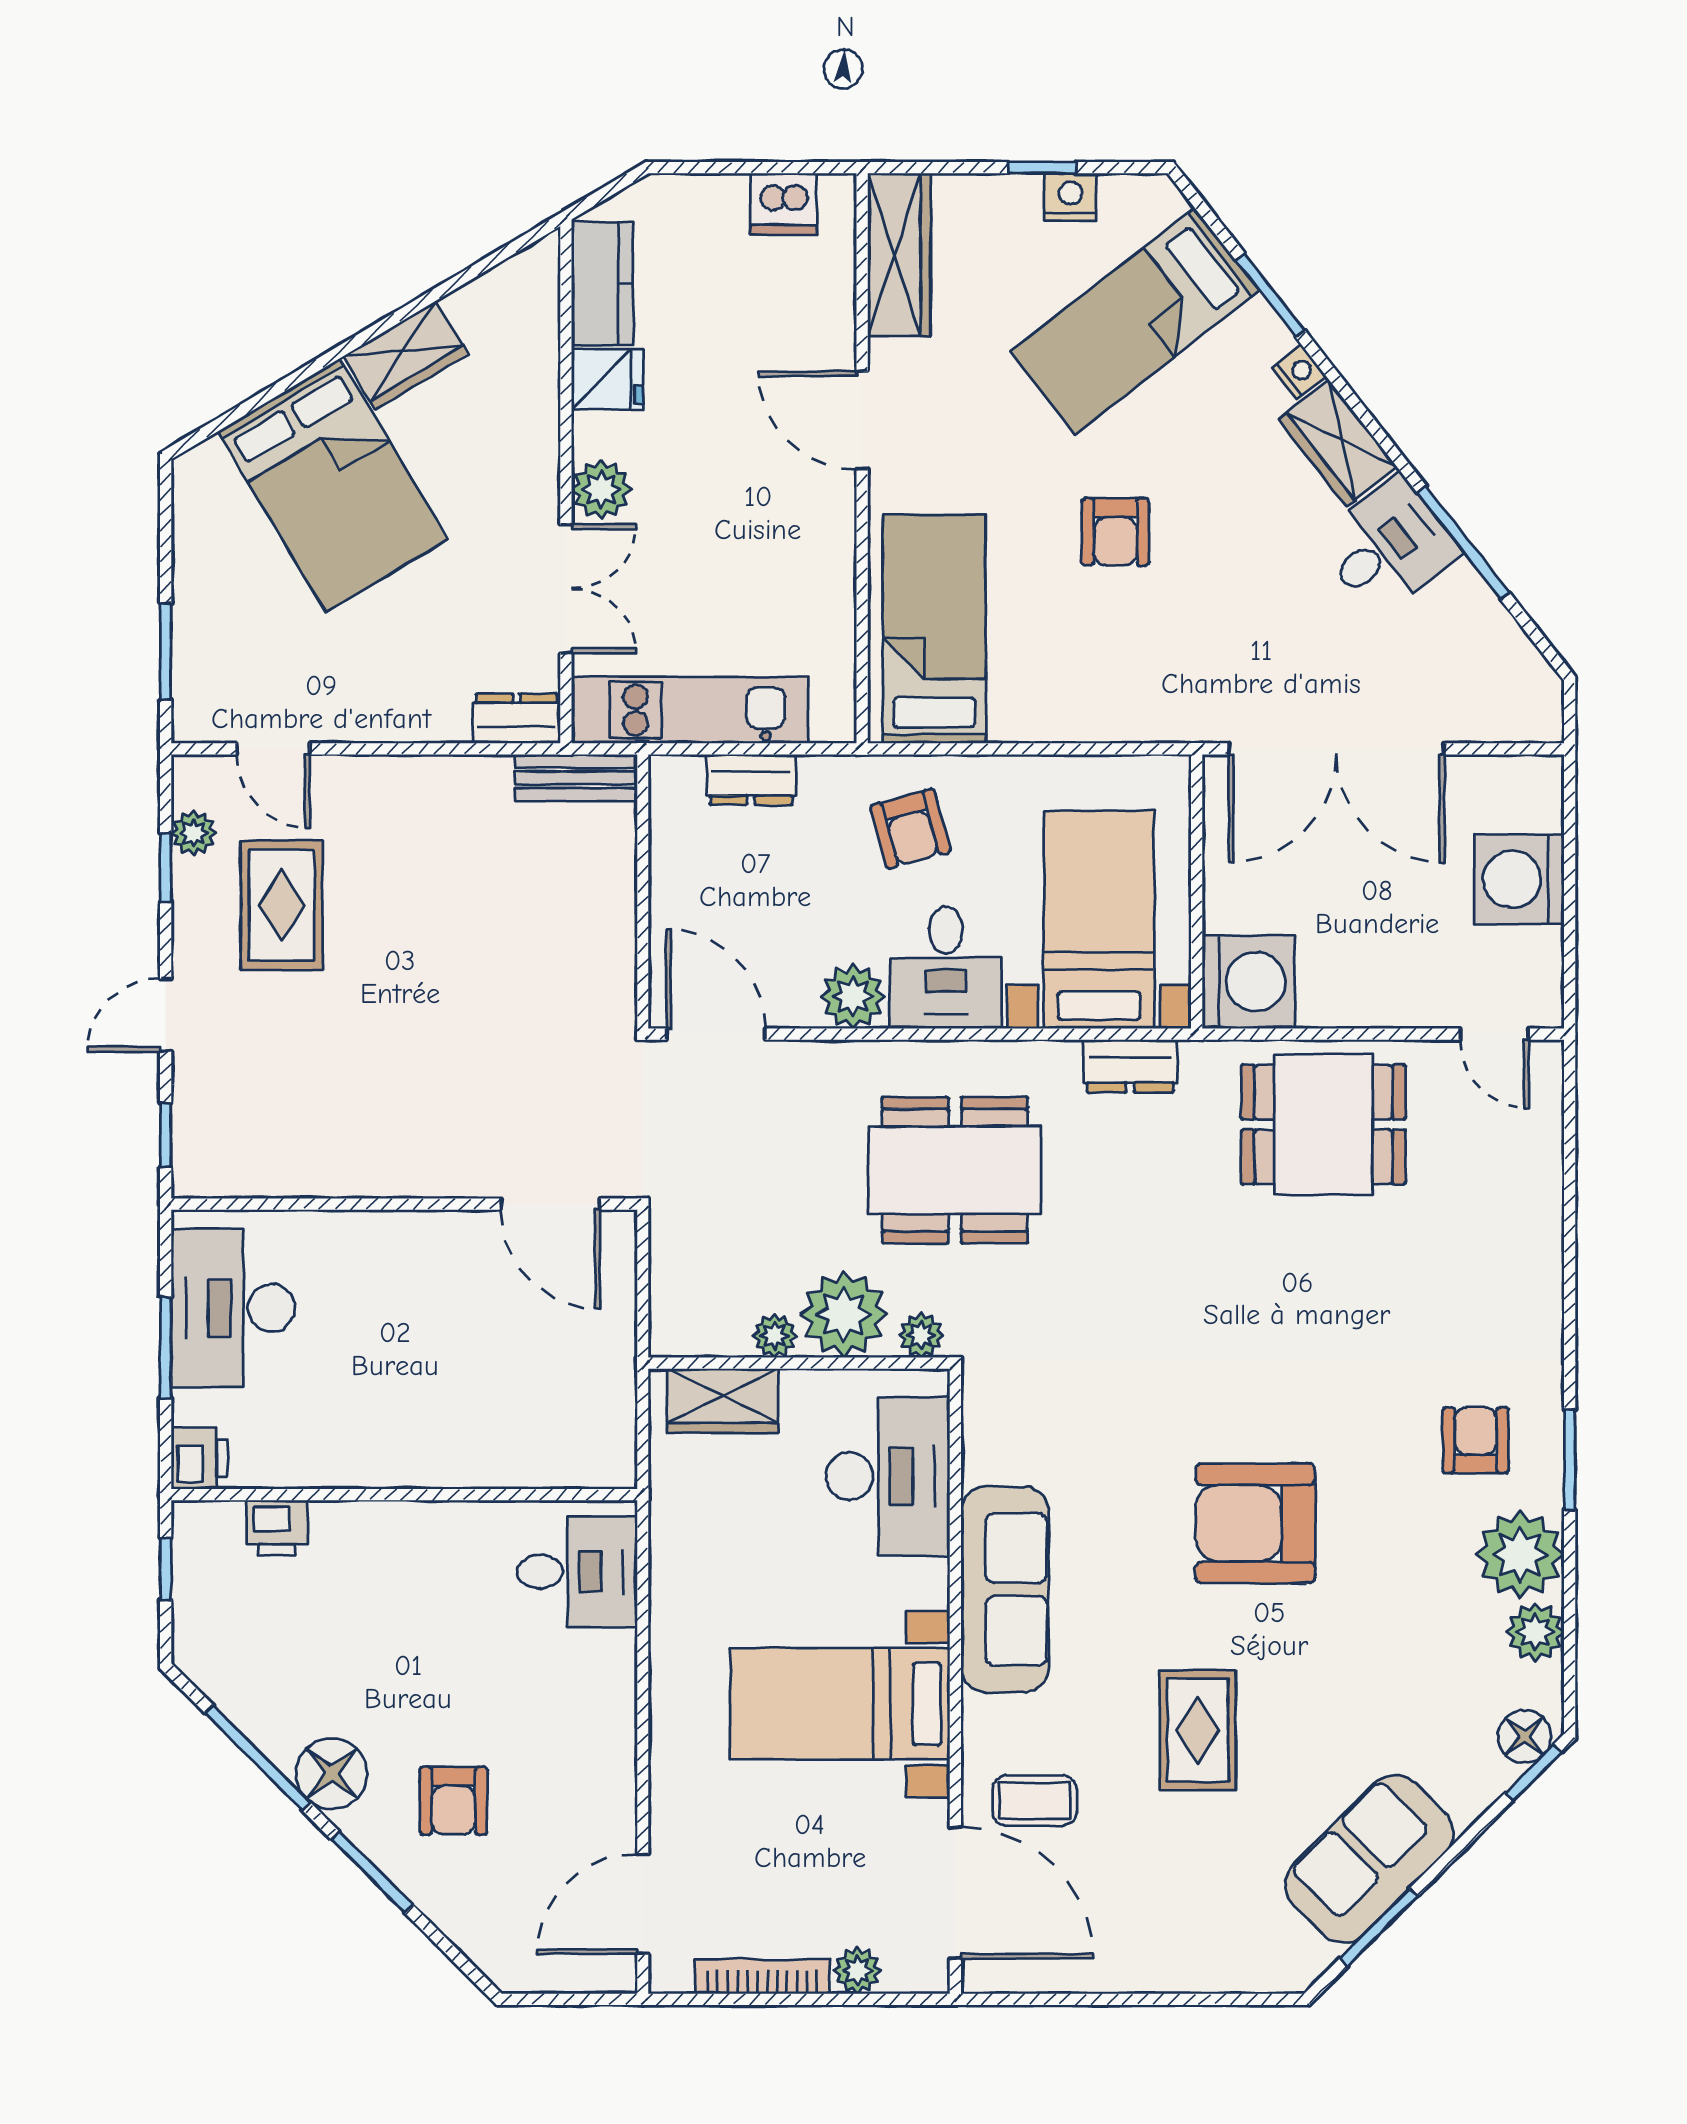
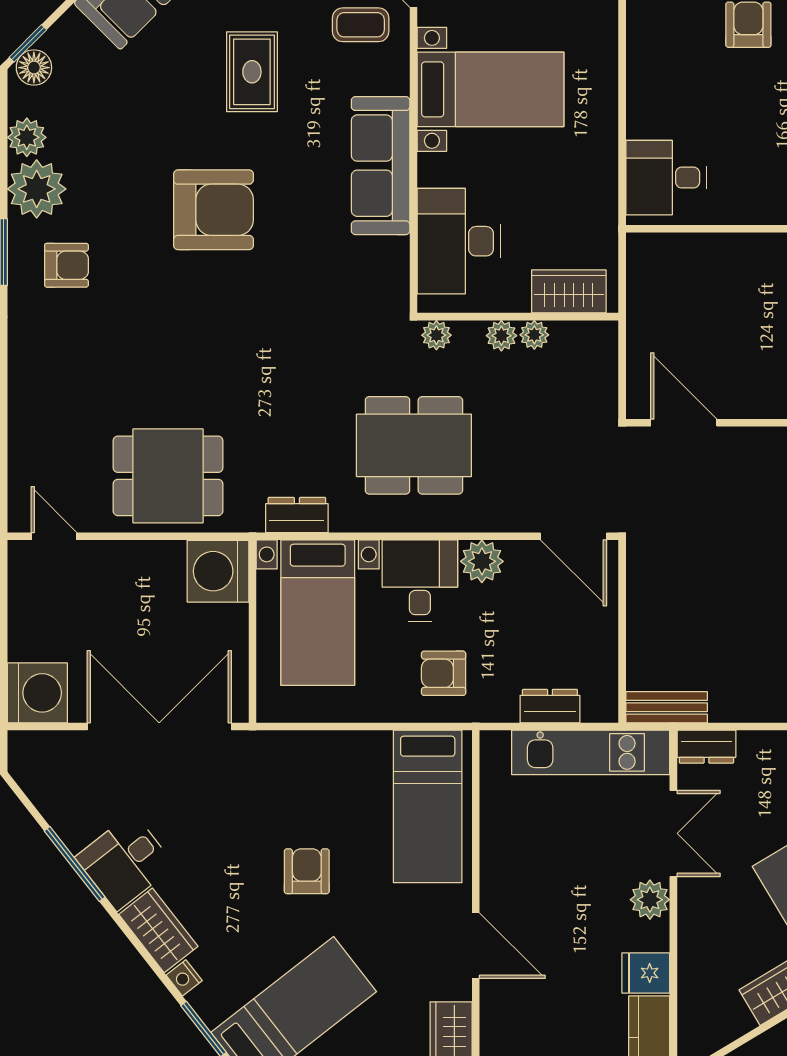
double door: (566, 589) -> (673, 833), swing flipped
armchair: (910, 829) -> (444, 673), turned -75
washing machine: (1519, 879) -> (37, 693), moved
plant: (844, 1314) -> (501, 336), width x0.53, depth x0.53
armchair: (1476, 1440) -> (66, 265), turned -90

